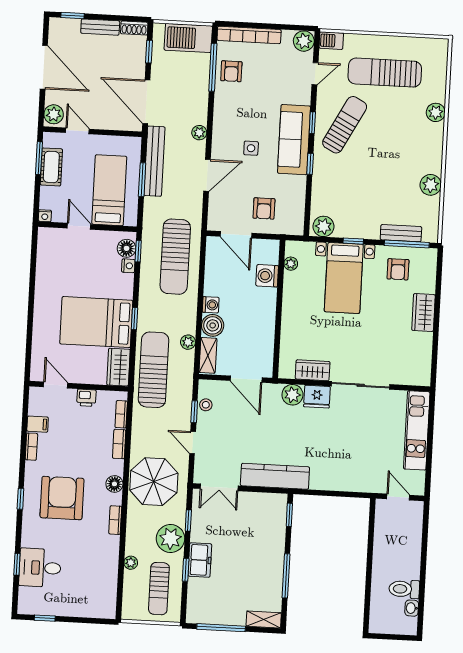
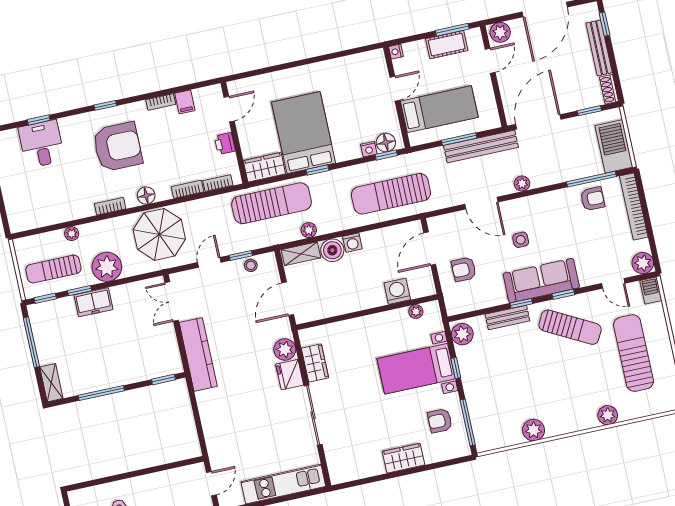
bench: (100, 27) -> (599, 48), width x1.36
armchair: (231, 71) -> (592, 199), turned 180
bench: (401, 233) -> (507, 318), moved, turned 90
window: (188, 521) -> (45, 298), moved

